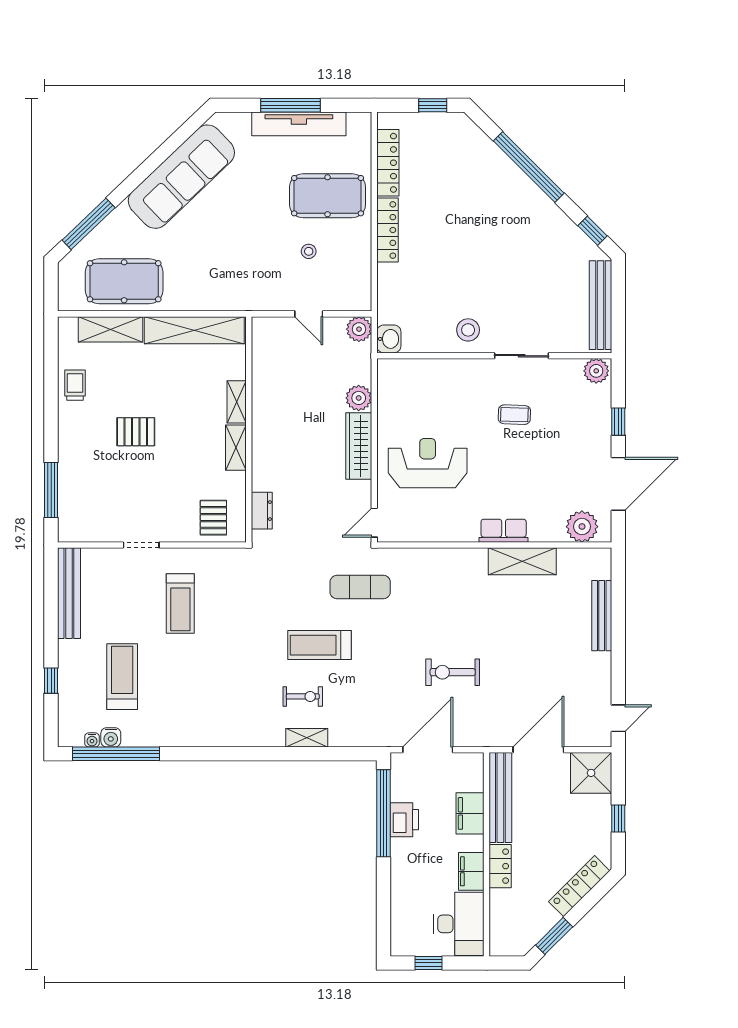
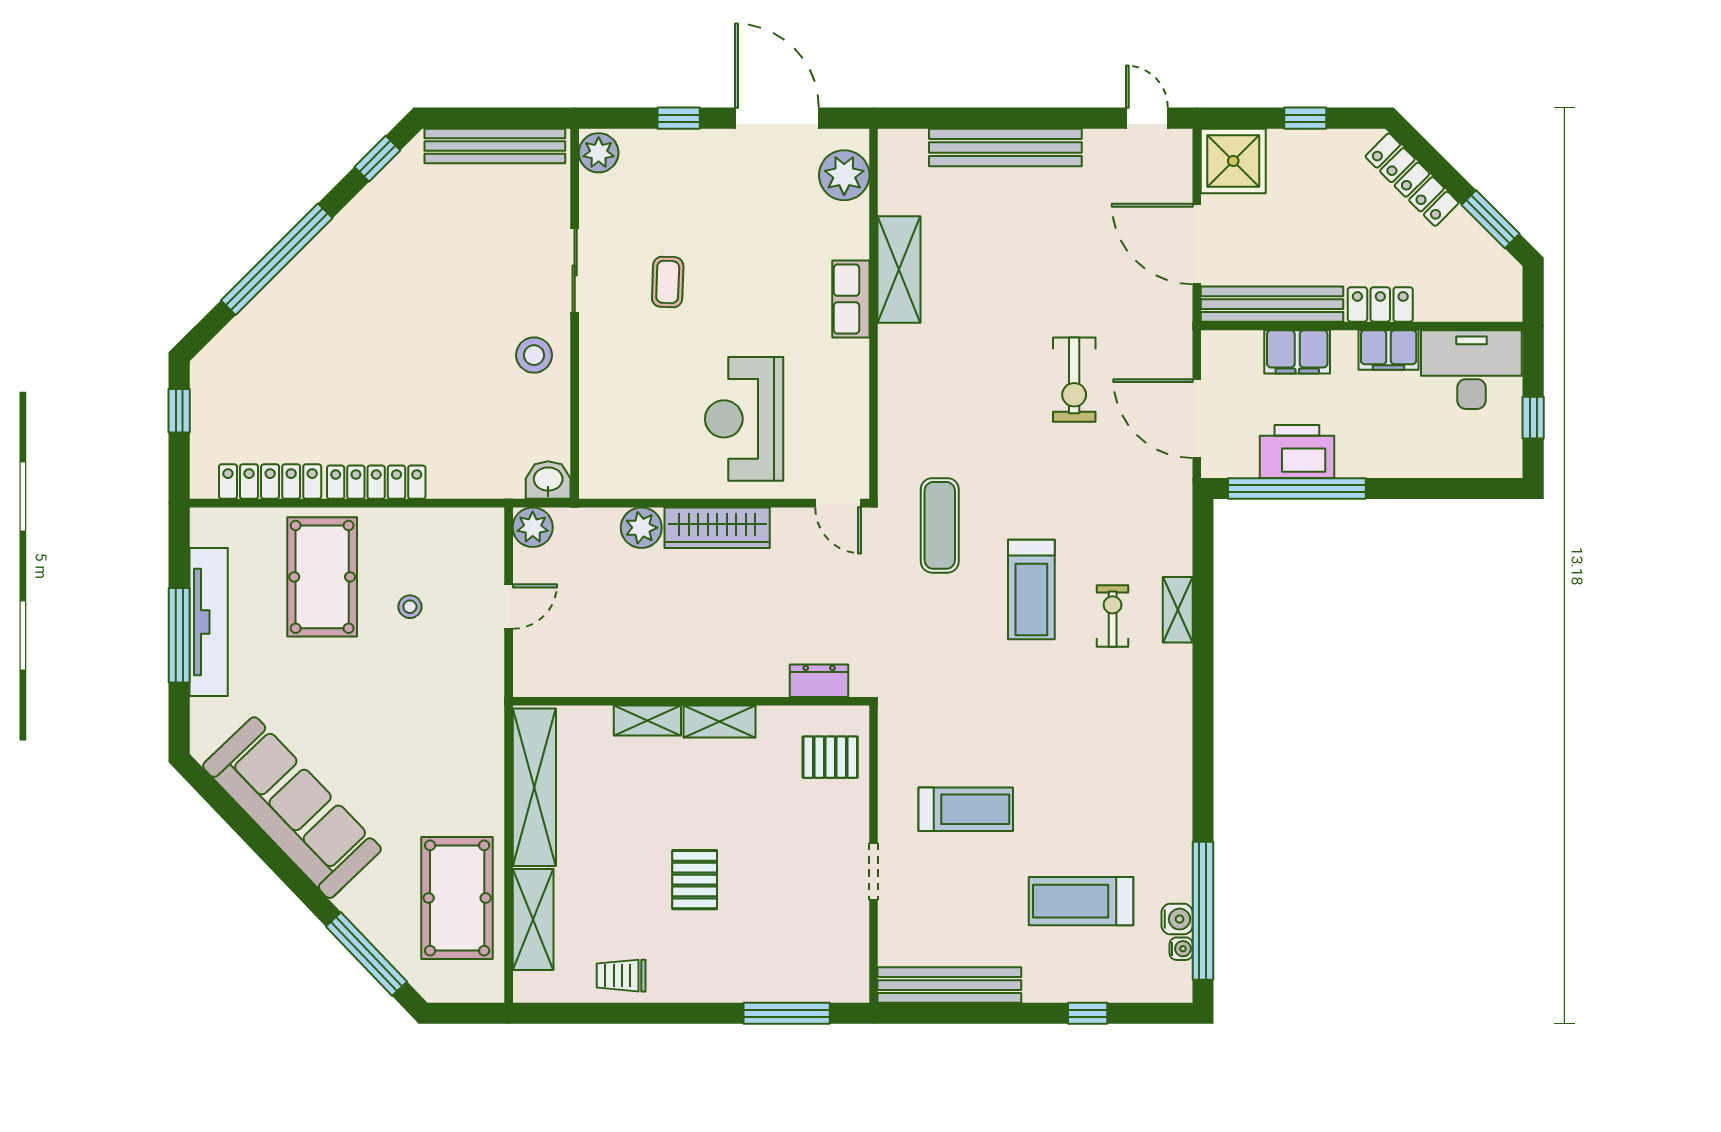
bench: (602, 616) -> (1005, 148), width x1.37, depth x1.21
printer: (404, 820) -> (1297, 452), width x1.37, depth x1.19

